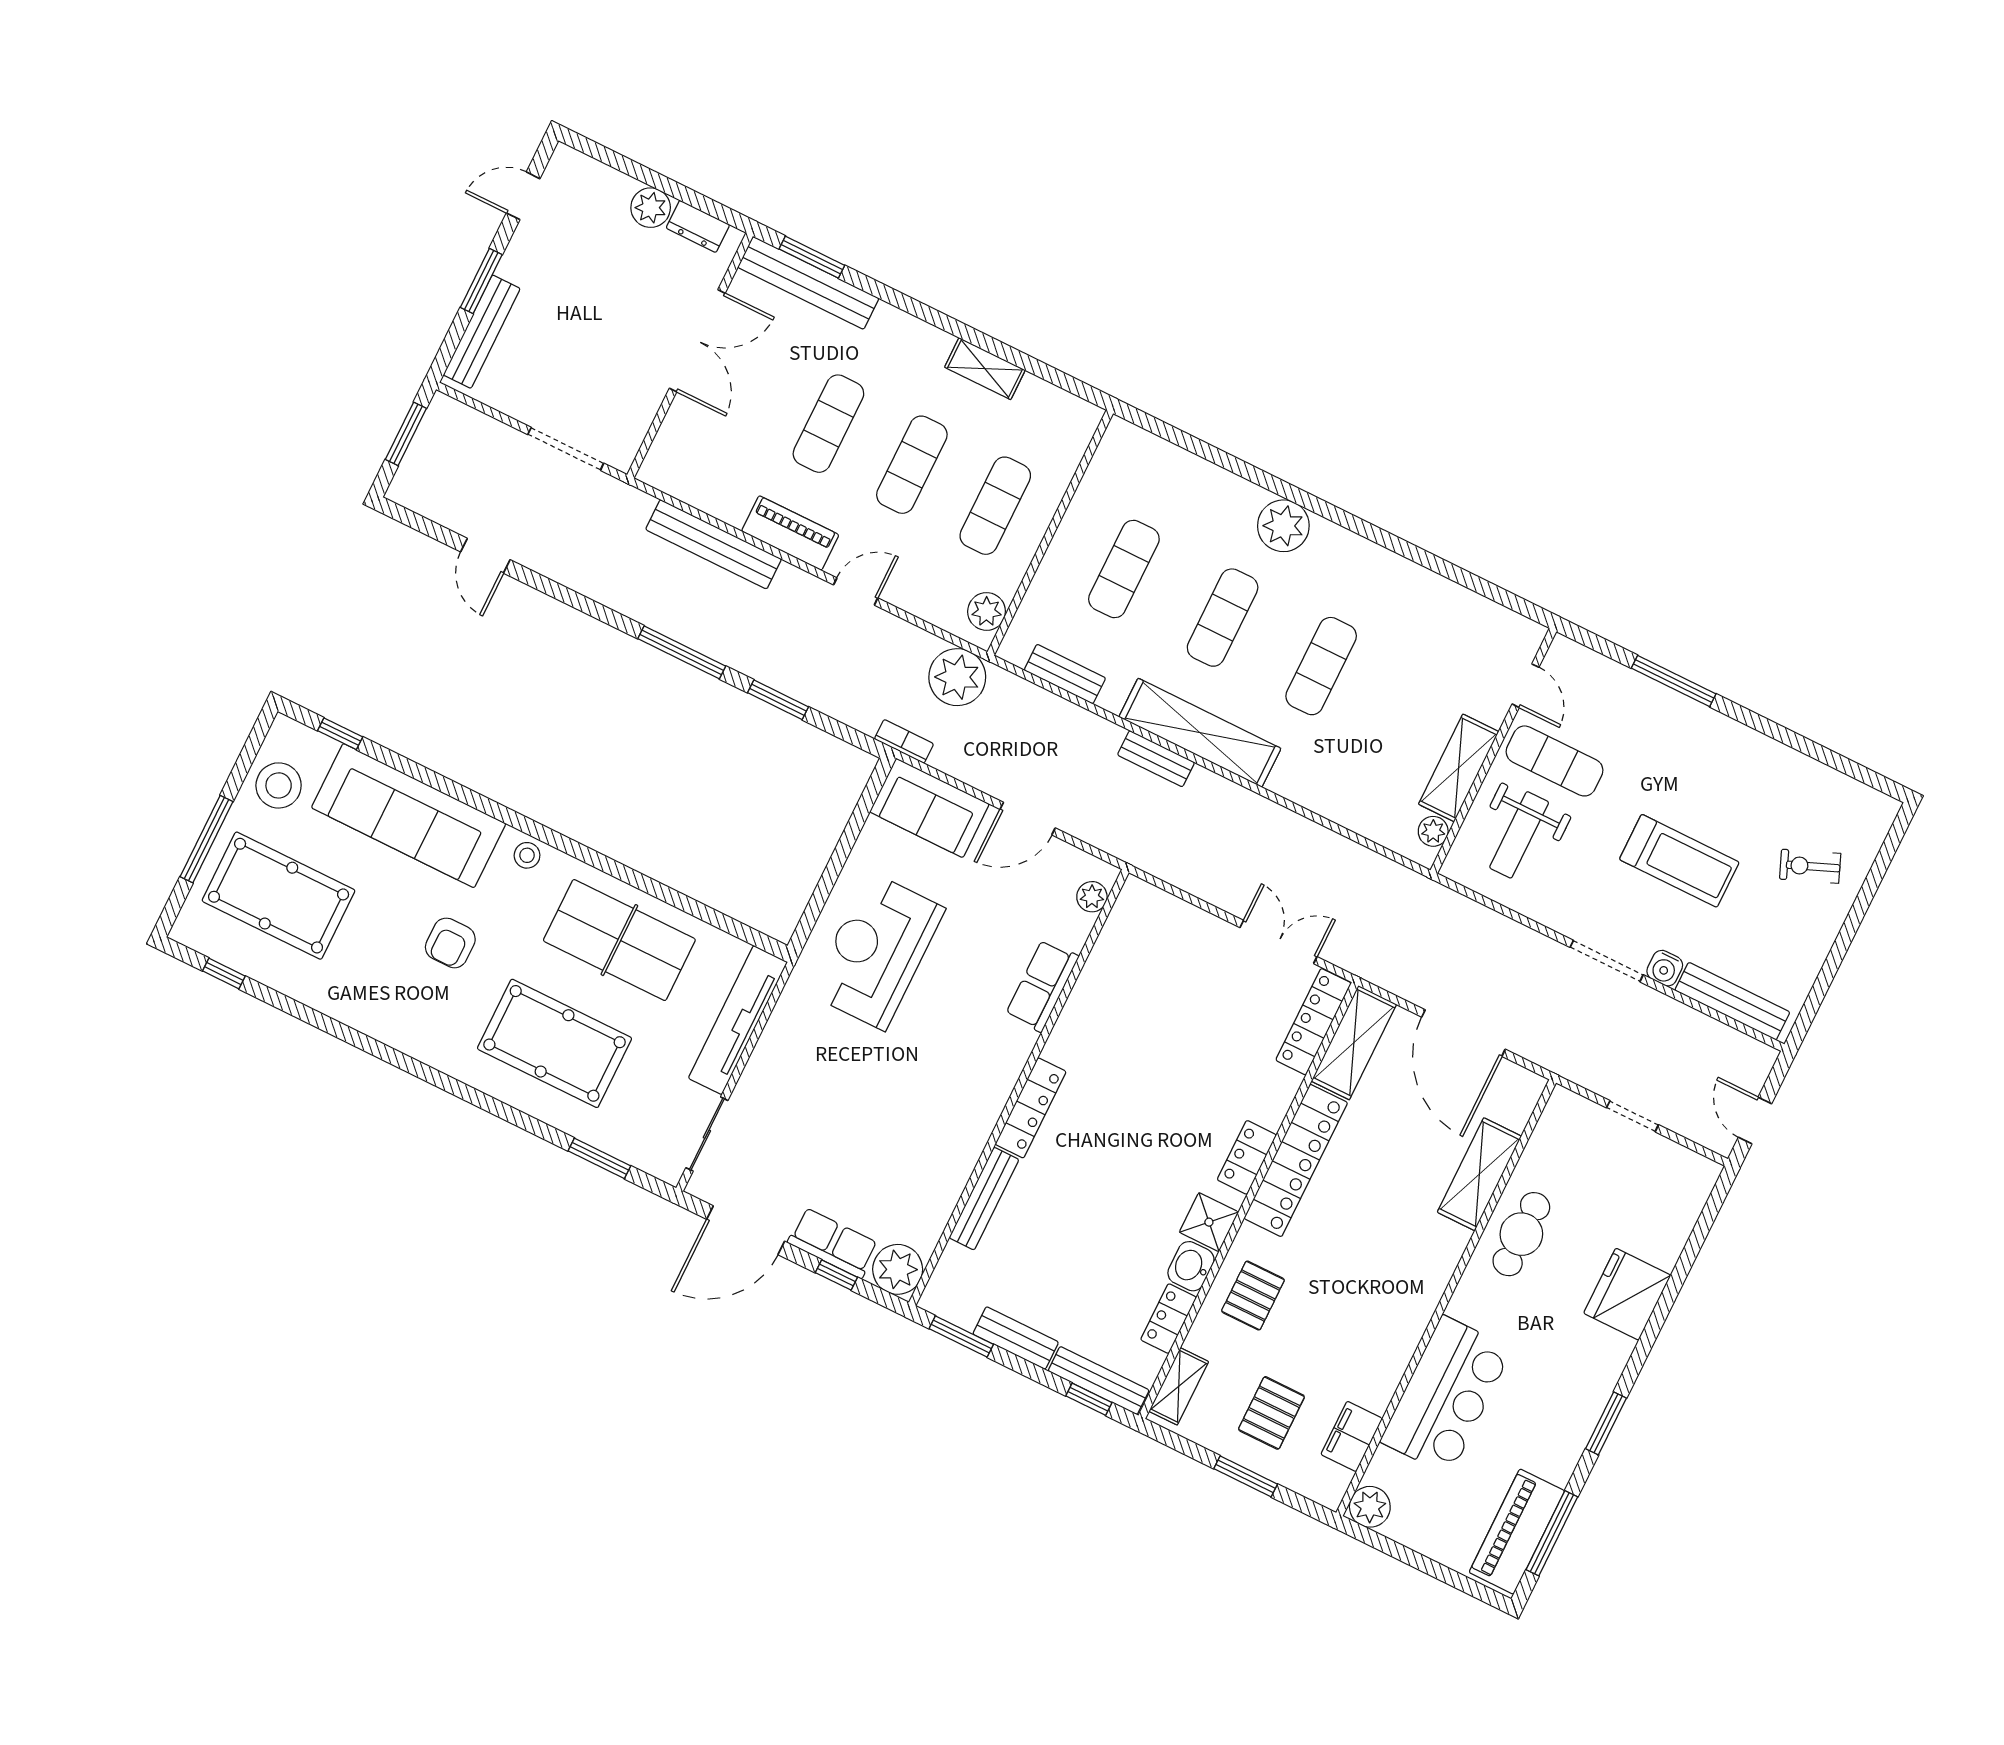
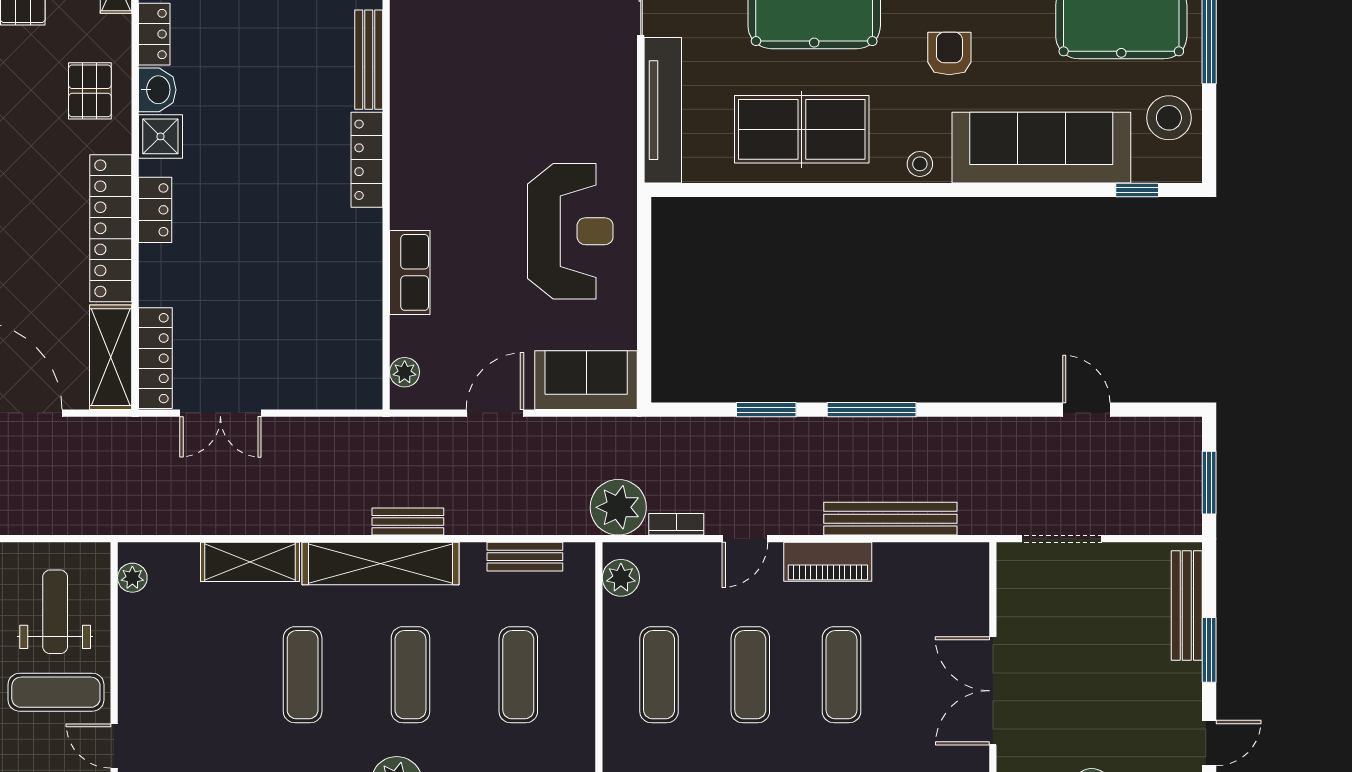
bookcase: (904, 741) -> (676, 524), moved, turned 180
shelving: (1459, 768) -> (250, 562), moved, turned 90

